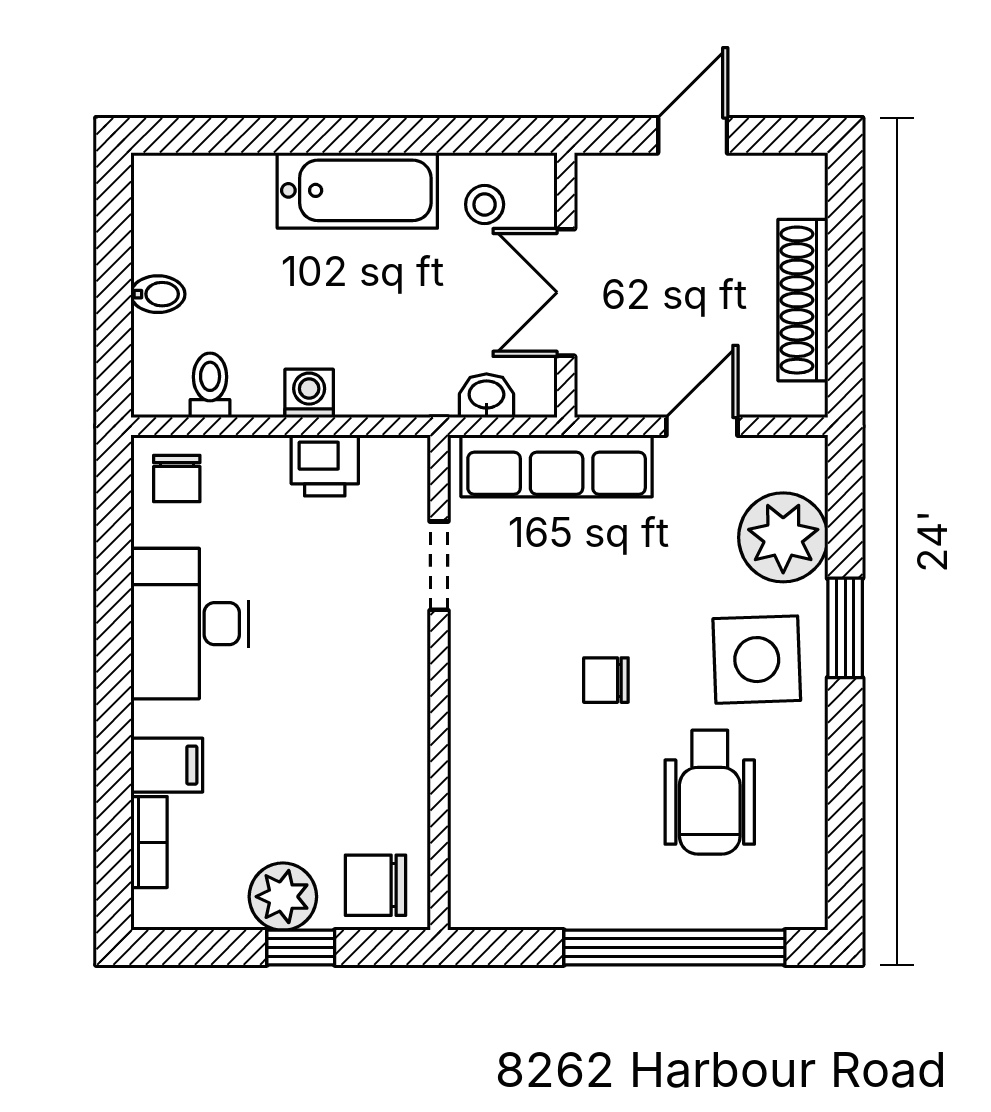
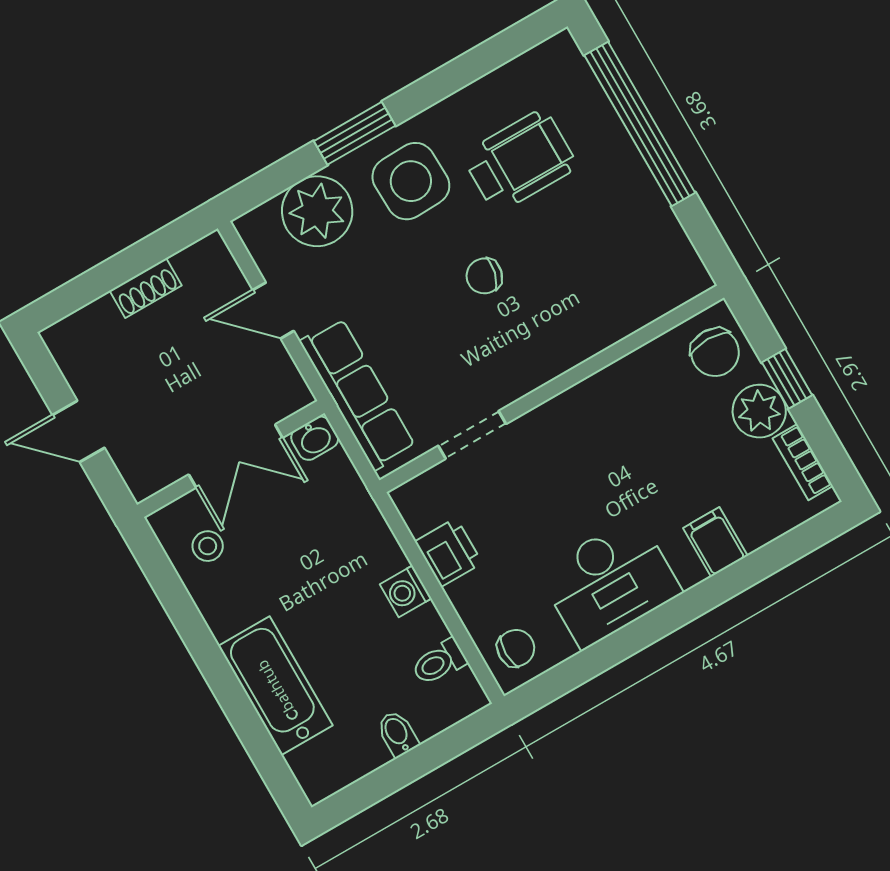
bathtub: (357, 190) -> (275, 686), moved
shoe rack: (803, 300) -> (146, 288), width x0.51, depth x0.81
washbasin: (486, 396) -> (315, 438), moved, turned -90
chair: (606, 680) -> (484, 276), turned 104
bookcase: (149, 842) -> (803, 462), moved, turned -90

